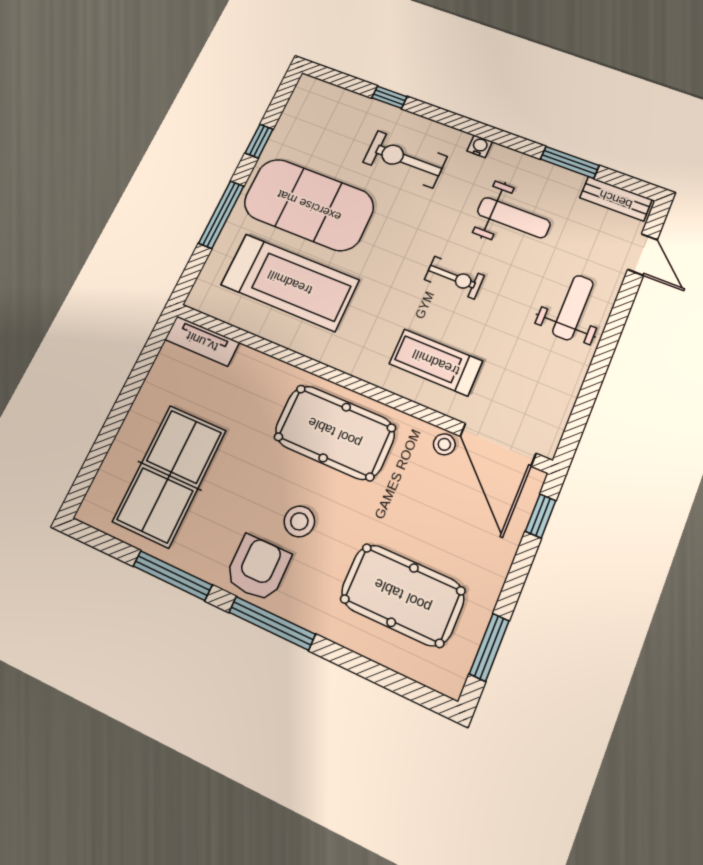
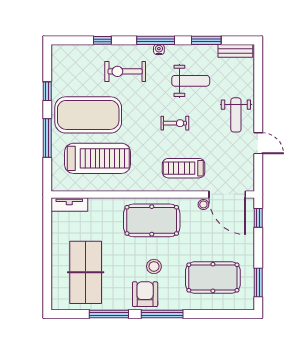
window: (480, 130) -> (156, 40), added
door: (643, 255) -> (258, 143), moved
weight bench: (573, 308) -> (236, 115), turned 180

